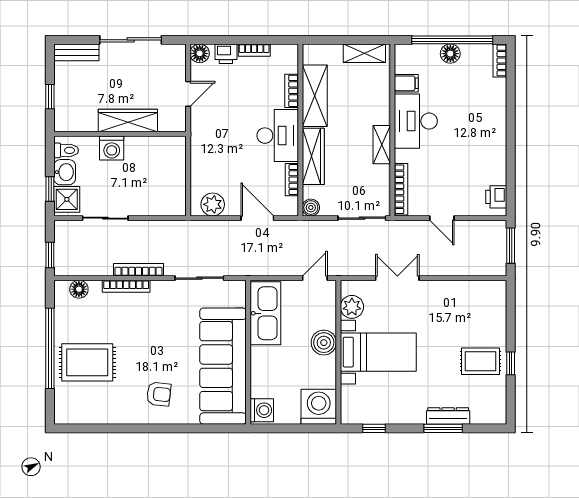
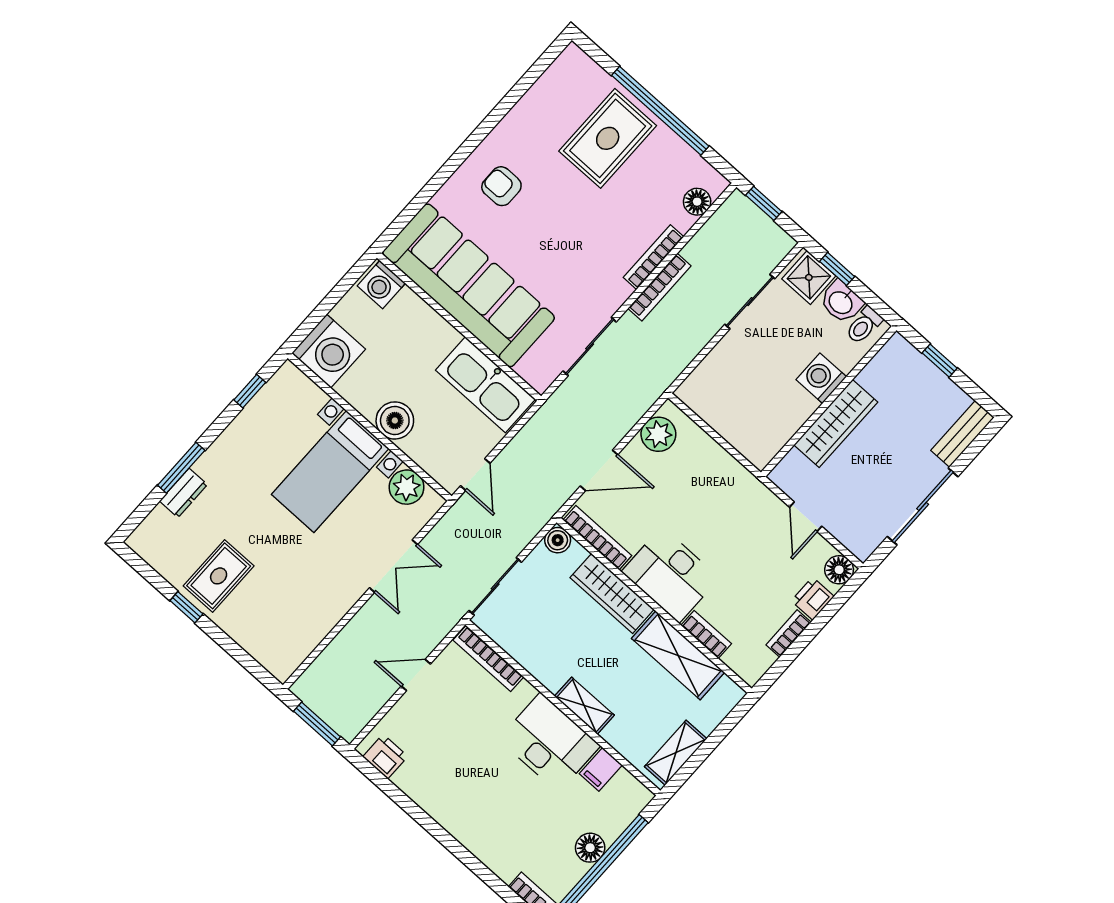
shelving: (382, 145) -> (584, 706), moved
bookcase: (292, 180) -> (597, 538), width x1.56
armchair: (159, 394) -> (501, 186), turned 84
dresser: (448, 416) -> (184, 493), width x0.70

